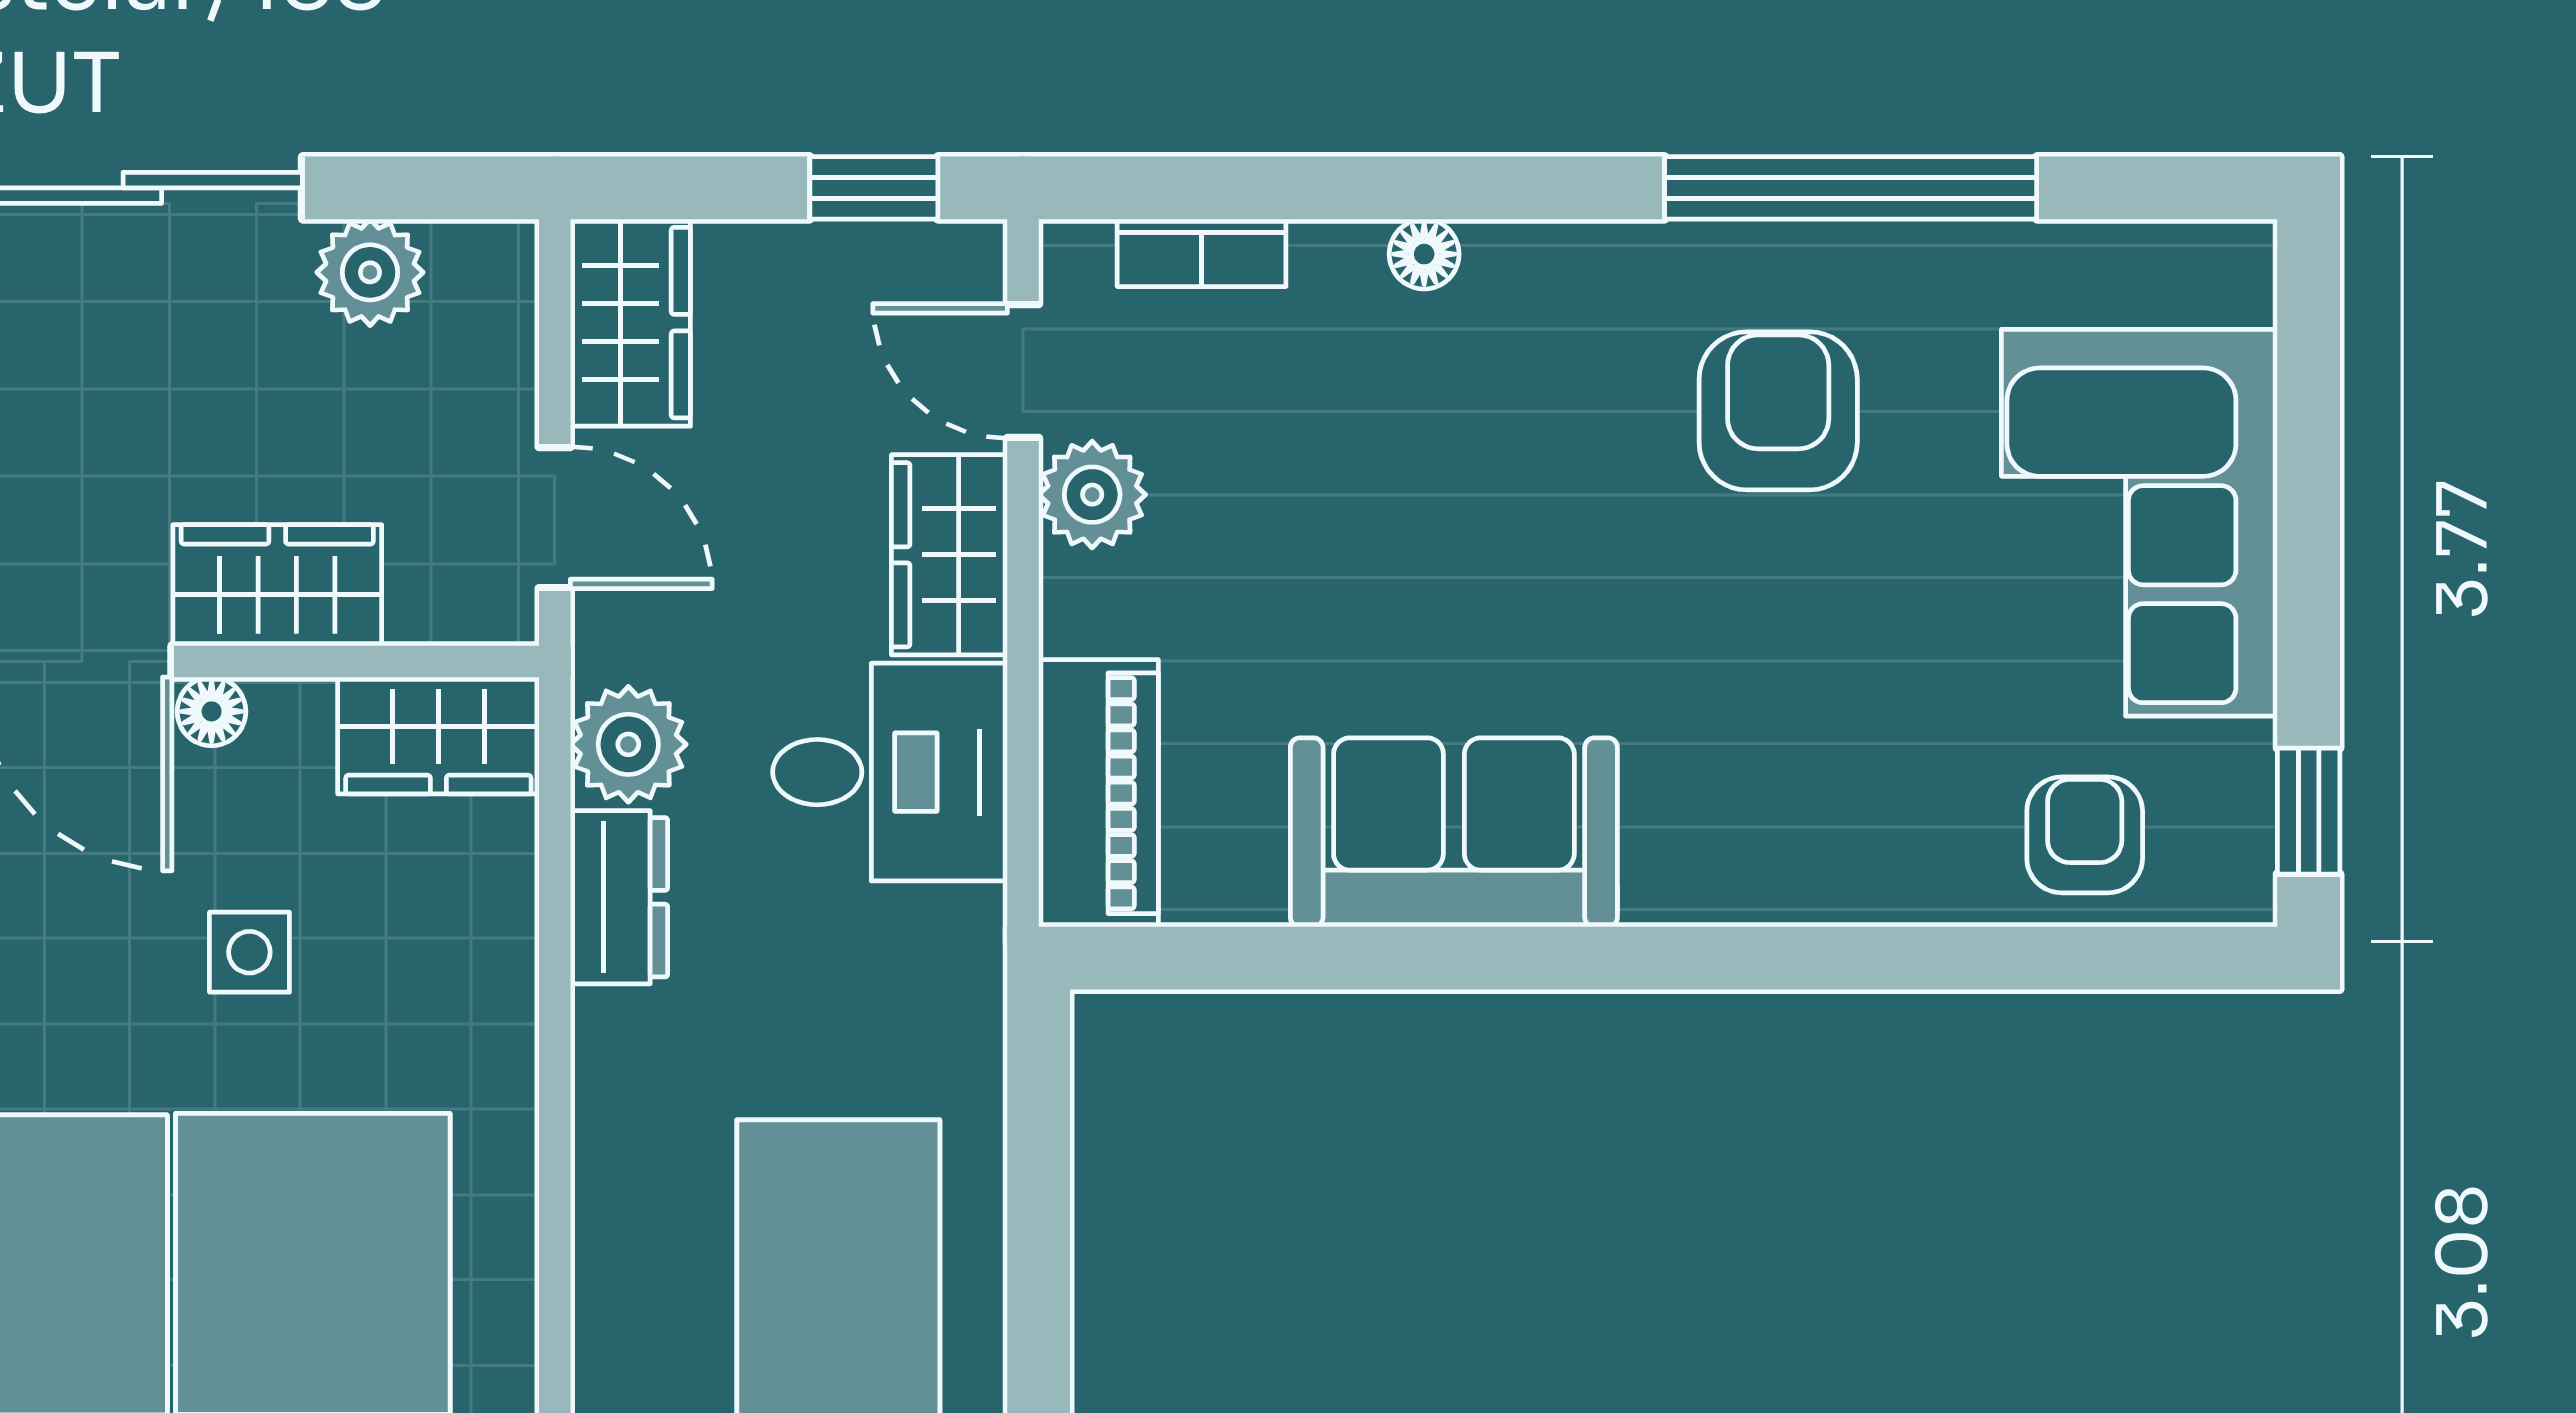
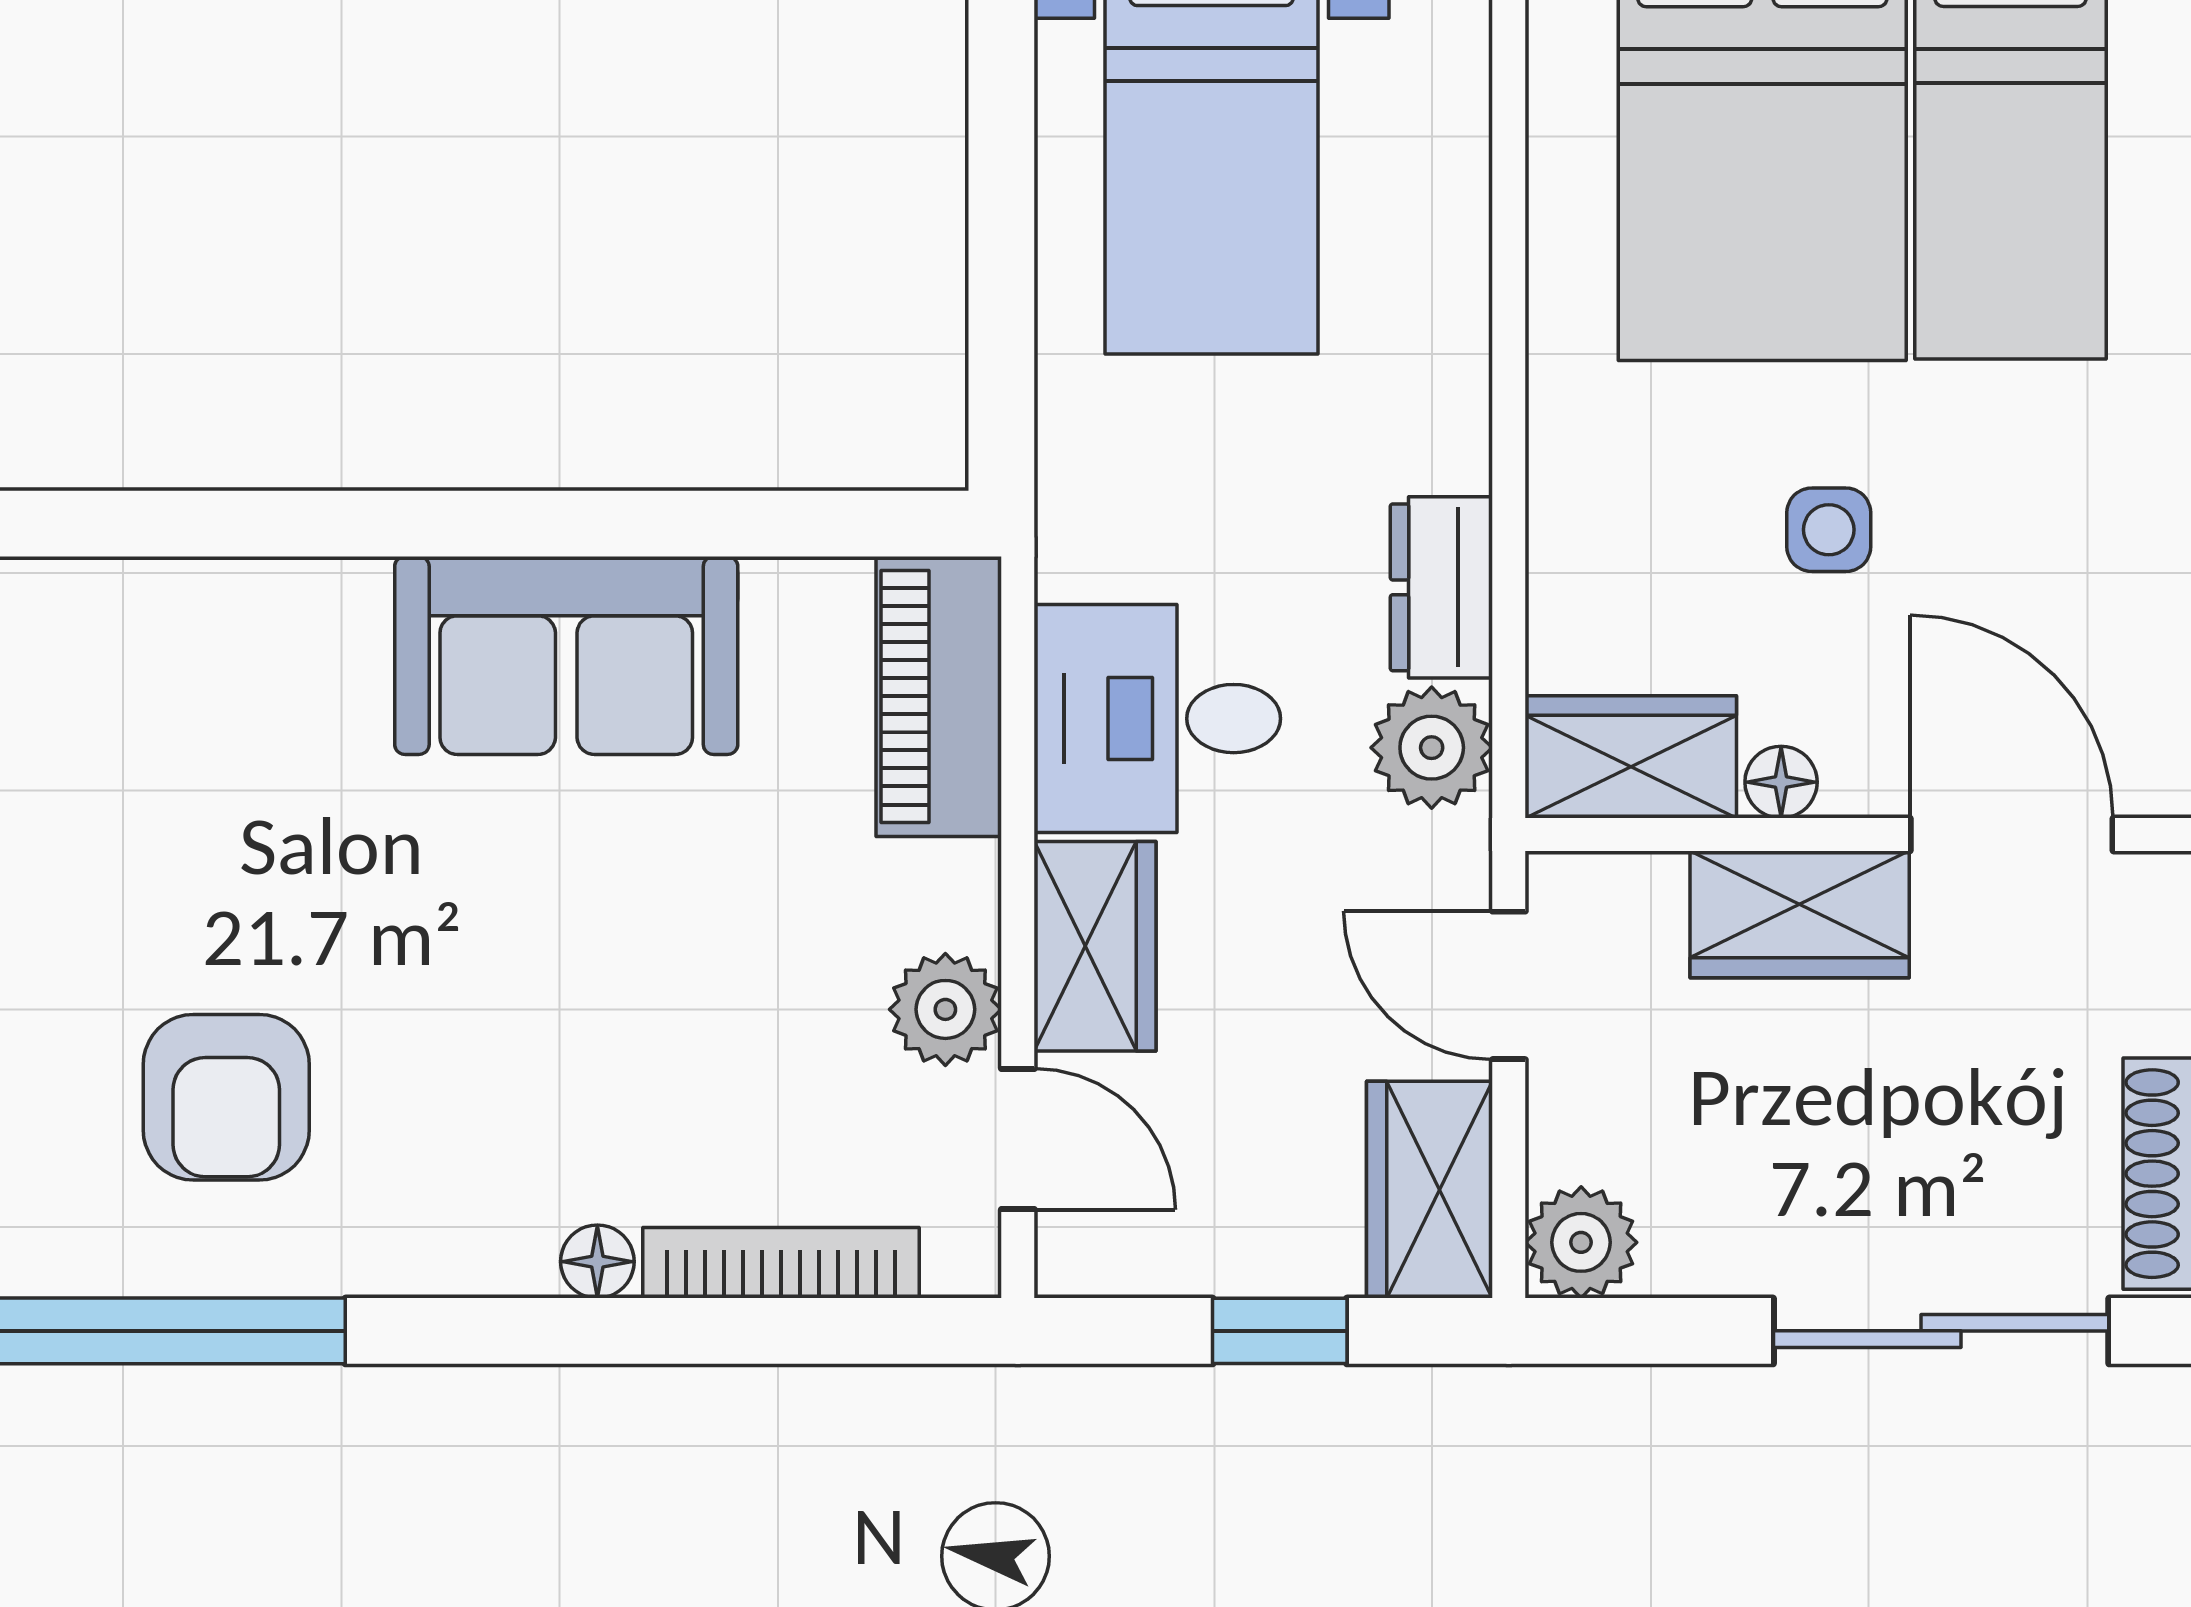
window: (874, 188) -> (1280, 1331), moved
bookcase: (1202, 253) -> (781, 1263), width x1.56
plant: (370, 272) -> (1581, 1242), moved
floor lamp: (212, 711) -> (1781, 782), moved

